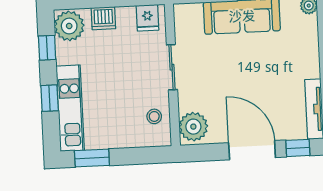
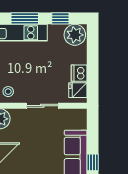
dishwasher: (103, 18) -> (79, 73), moved
window: (50, 98) -> (25, 18), width x1.50

